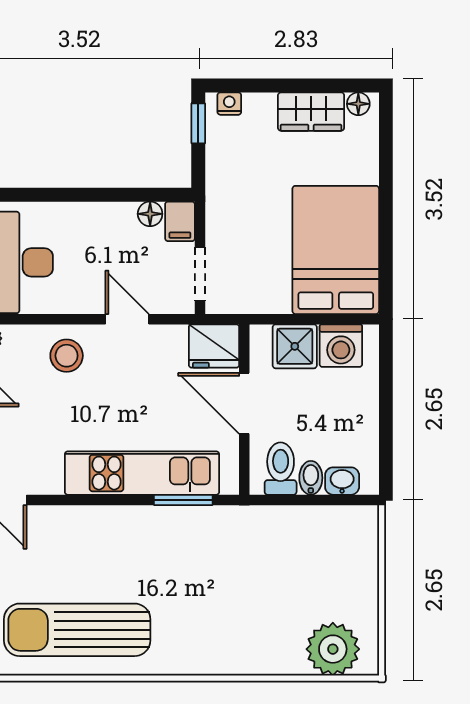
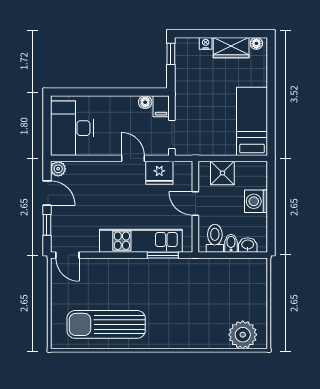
nightstand: (229, 104) -> (206, 43), moved
bed: (336, 250) -> (252, 121), width x0.67
fridge: (214, 346) -> (159, 173), moved
washing machine: (341, 346) -> (256, 201), moved, turned 90
stool: (67, 356) -> (101, 178), removed
door: (244, 403) -> (195, 203), width x0.73

